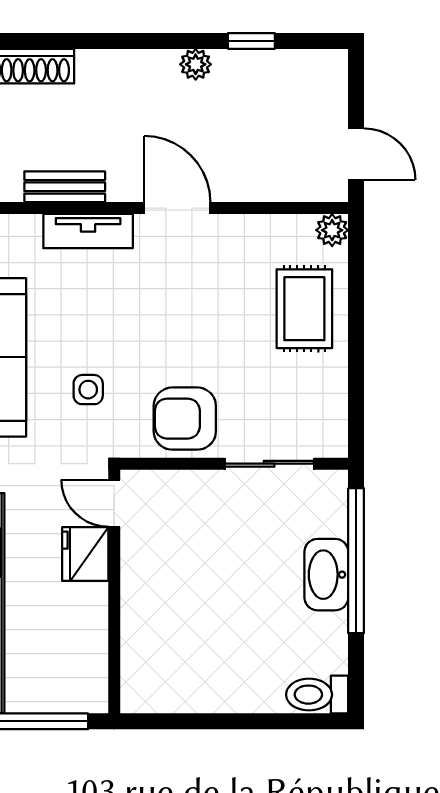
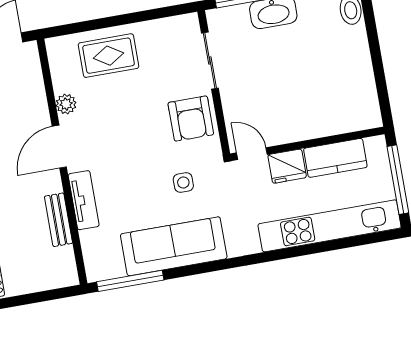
plant: (332, 230) -> (66, 104), moved
door: (114, 503) -> (252, 154), swing flipped
kitchen counter: (85, 631) -> (335, 158), added

